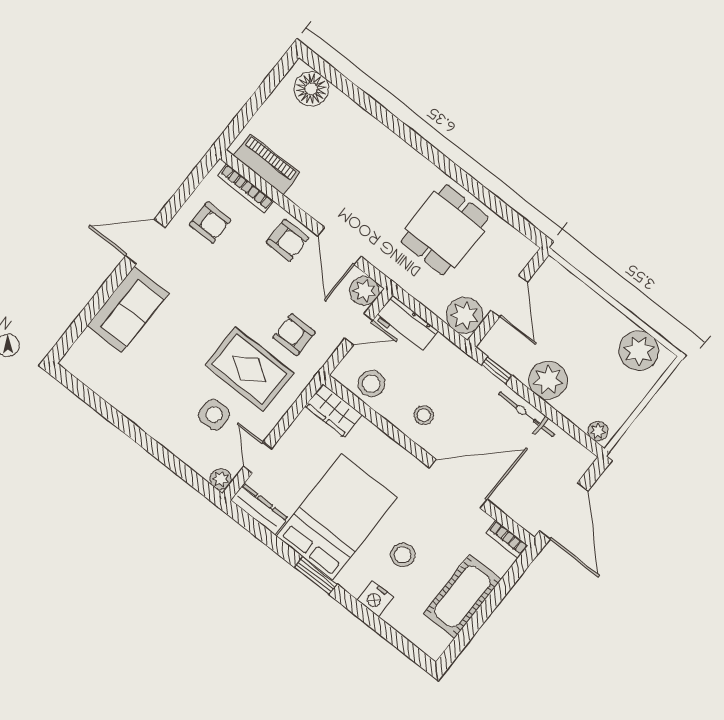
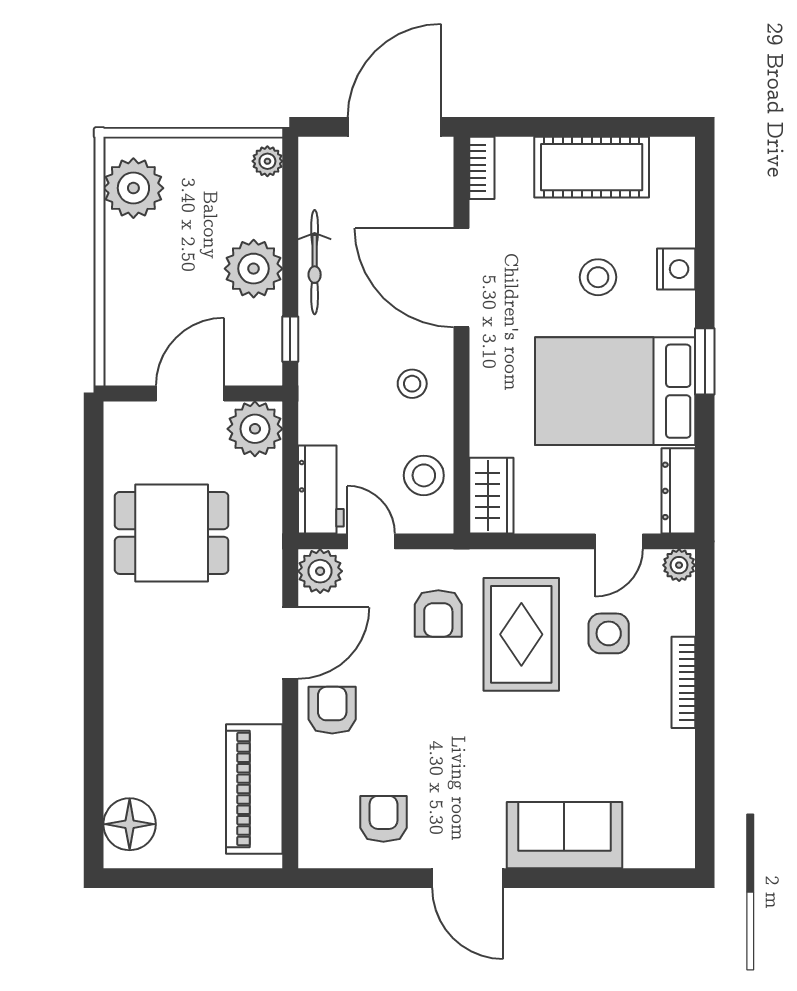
piano: (267, 164) -> (254, 789), width x1.37, depth x1.33
bookcase: (246, 188) -> (683, 682), moved, turned 180

